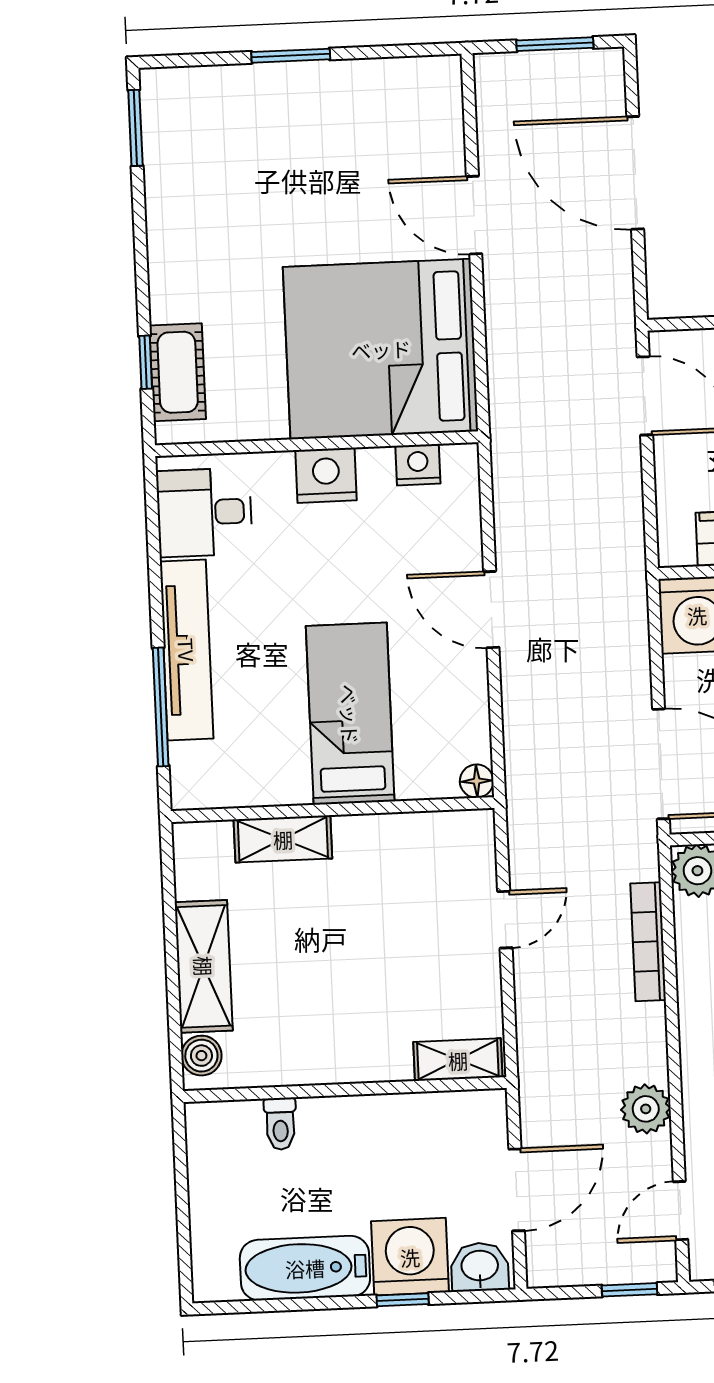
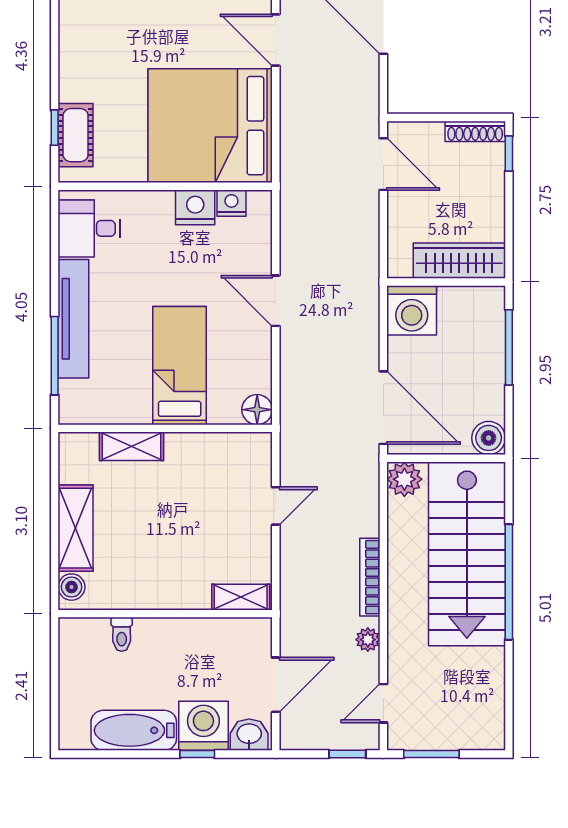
nightstand: (326, 475) -> (195, 207), moved
floor lamp: (477, 781) -> (257, 410), width x1.37, depth x1.37
bookcase: (648, 942) -> (370, 577), moved
plant: (646, 1109) -> (368, 640), width x0.73, depth x0.73

